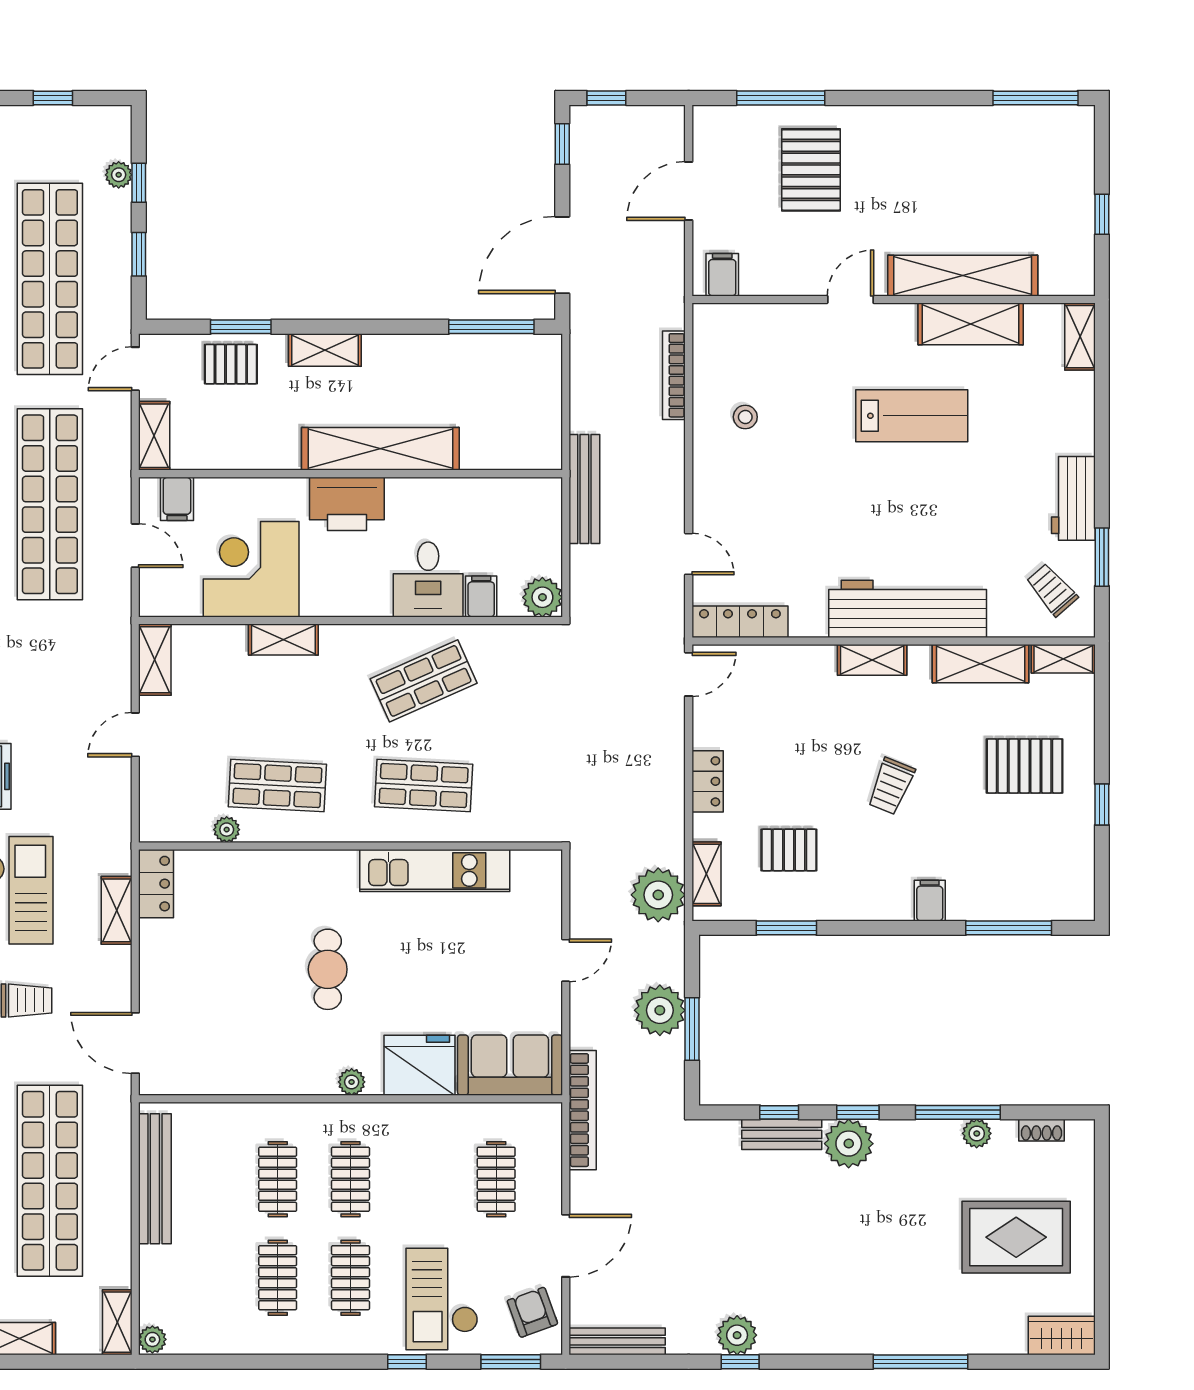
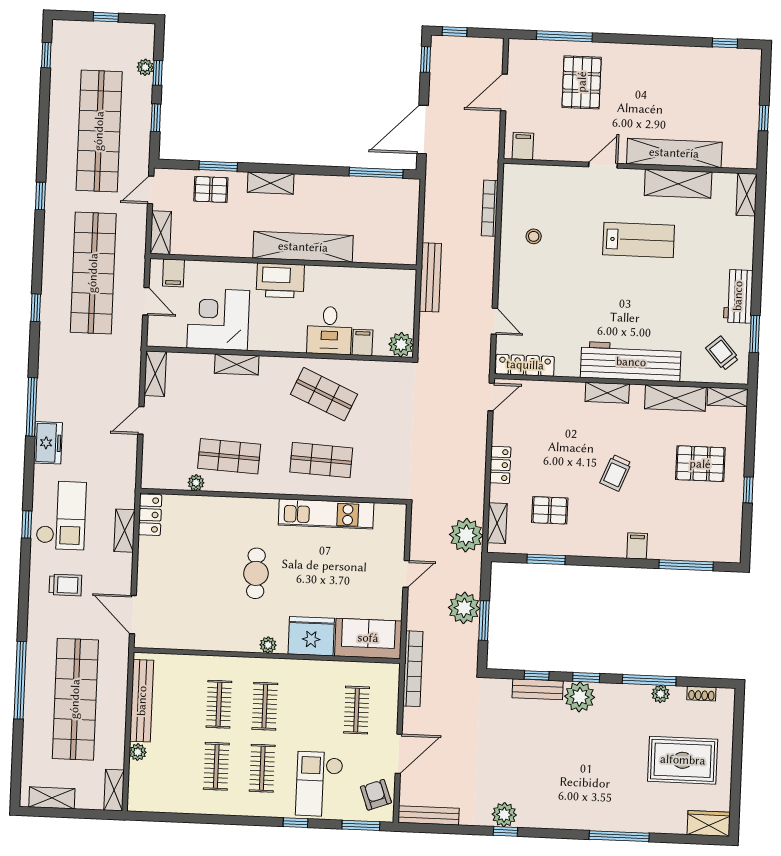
window: (1035, 98) -> (725, 43), width x0.46
shop shelf: (424, 681) -> (324, 394), turned 48
plant: (152, 1339) -> (138, 752), moved

